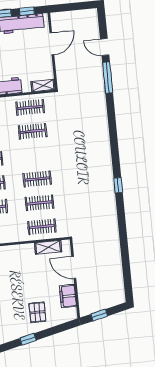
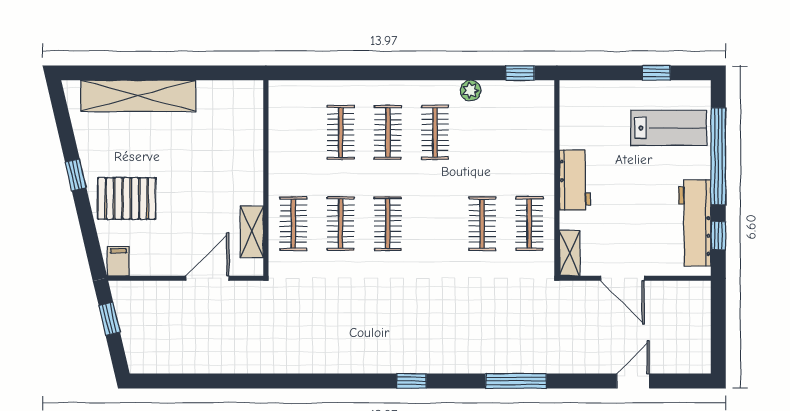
door: (52, 44) -> (623, 278), moved
window: (108, 78) -> (516, 381), moved
window: (118, 185) -> (412, 381), moved
filing cabinet: (68, 296) -> (118, 261), moved, width x0.50
pallet: (37, 312) -> (127, 198), width x1.50, depth x1.42

